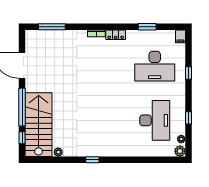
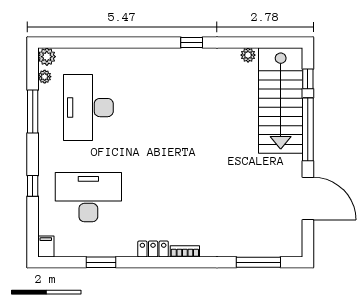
window: (188, 118) -> (33, 112), width x2.17

